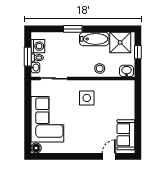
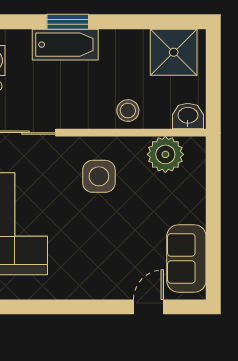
bathtub: (94, 39) -> (65, 45), moved
window: (138, 52) -> (213, 74), removed
plant: (116, 88) -> (165, 154), added

